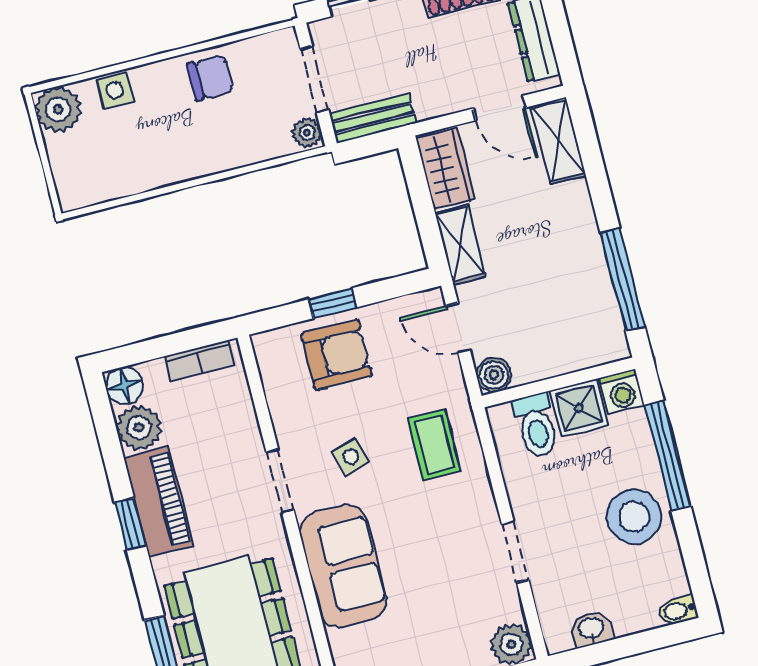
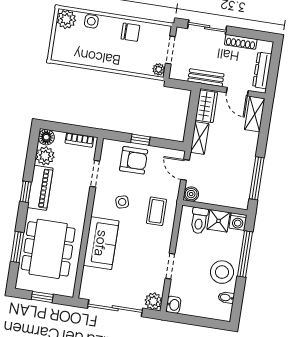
bench: (373, 118) -> (206, 78), moved
doorway: (280, 481) -> (95, 174), moved
bidet: (678, 610) -> (226, 298), moved
washbasin: (591, 629) -> (173, 305), moved, turned 90

